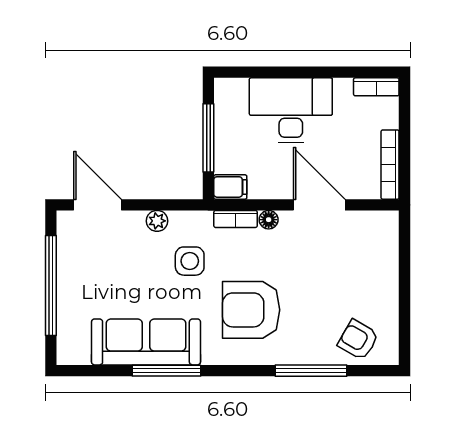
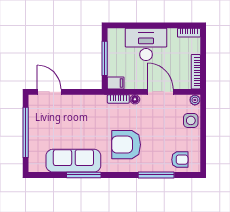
plant: (157, 221) -> (195, 100), moved
side table: (190, 261) -> (191, 120), moved
armchair: (358, 340) -> (180, 160), turned 150

